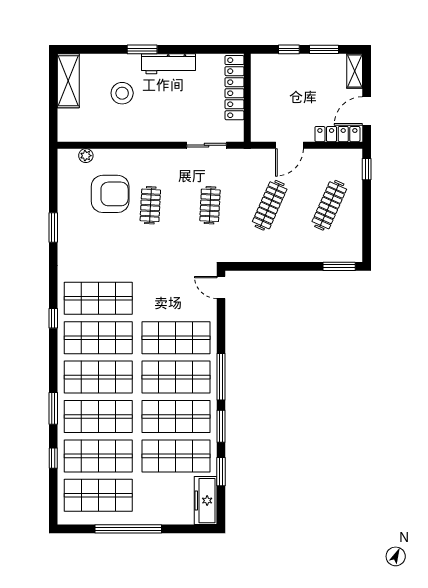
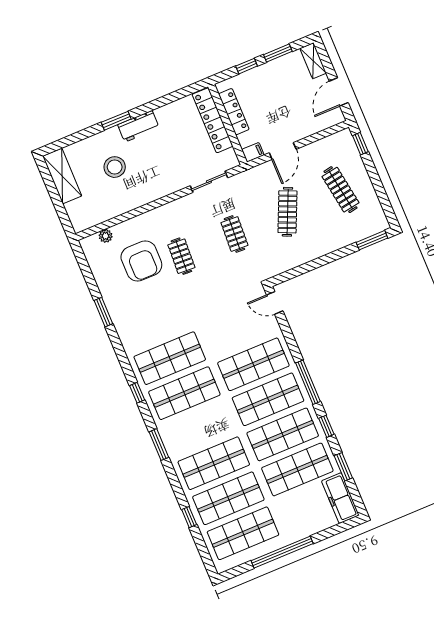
workbench: (168, 64) -> (138, 126), width x0.73
filing cabinet: (260, 134) -> (253, 152), added
locker: (337, 134) -> (234, 112), moved, turned 90
armchair: (110, 194) -> (141, 261), turned 90
clothes rail: (329, 205) -> (341, 190), turned -33
shop shelf: (98, 377) -> (199, 428), removed
window: (53, 408) -> (159, 445), moved
window: (221, 426) -> (326, 426), width x0.67

